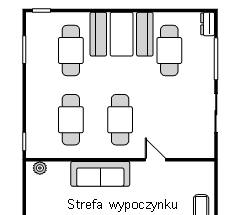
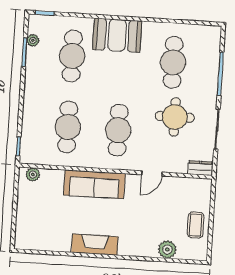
dresser: (208, 24) -> (200, 168), moved, turned 90
booth: (122, 34) -> (117, 35), width x0.73, depth x0.70
plant: (32, 38) -> (33, 40), added
round table: (174, 103) -> (175, 117), added
door: (155, 160) -> (152, 173), swing flipped

